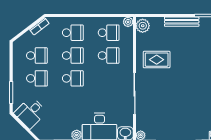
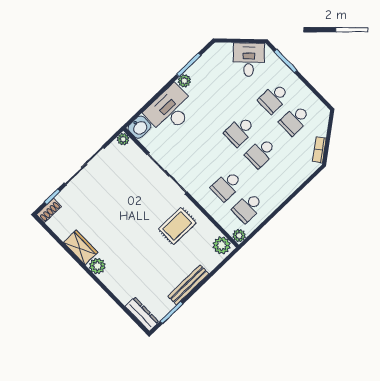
school desk: (73, 33) -> (282, 175), removed

